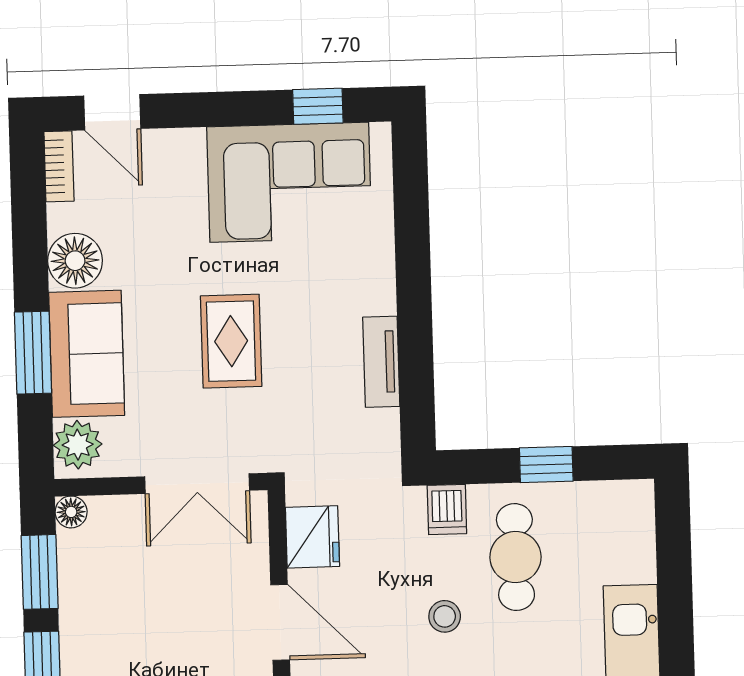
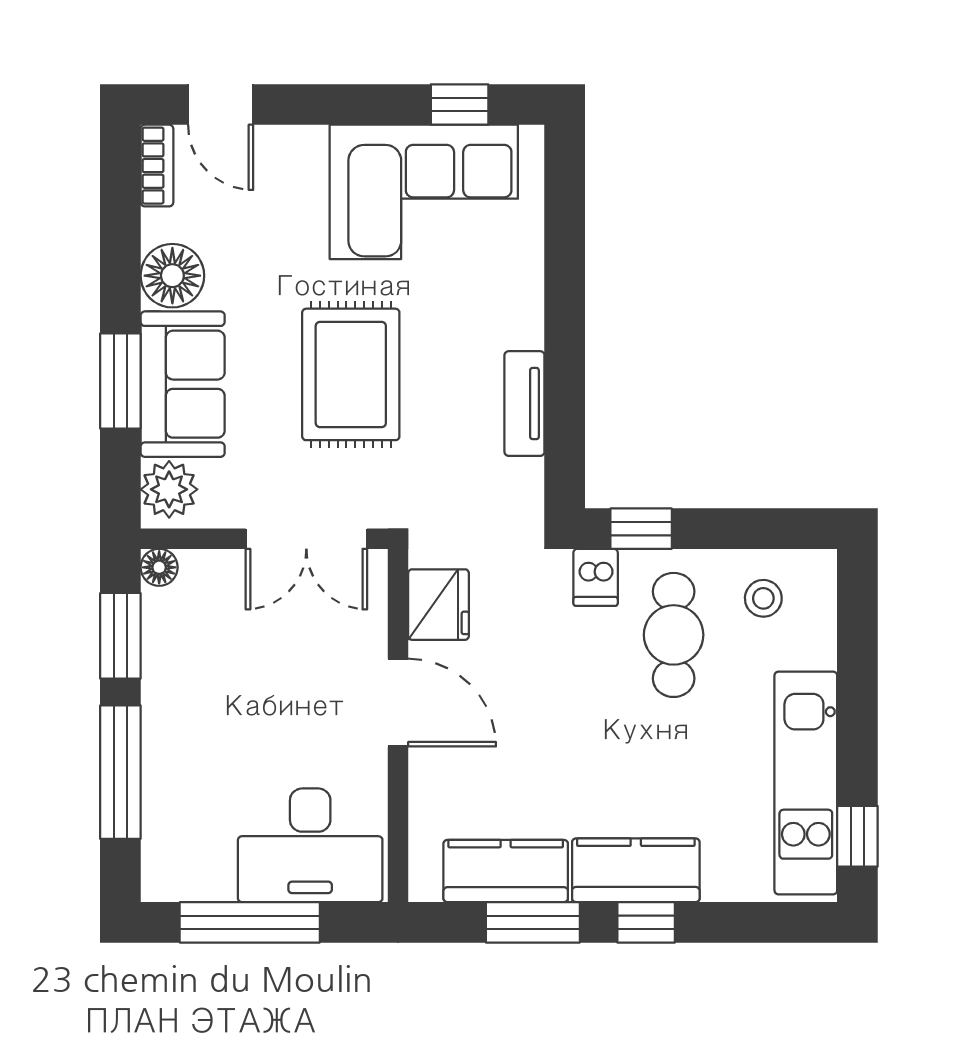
rug: (231, 341) -> (351, 374), width x1.36, depth x1.43
window: (546, 465) -> (641, 529), moved
stool: (445, 616) -> (763, 598), moved

